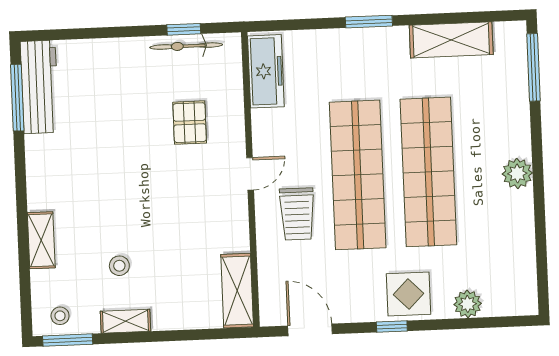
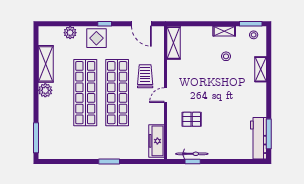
shelving: (451, 40) -> (46, 64), moved, turned 90
pallet: (190, 123) -> (192, 119), turned 90

